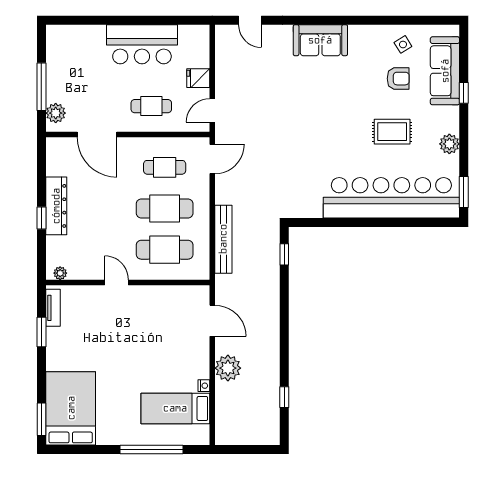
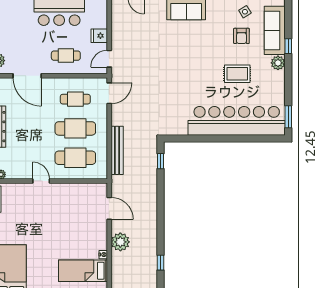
armchair: (398, 79) -> (241, 36), turned 90
plant: (449, 144) -> (278, 63), moved

